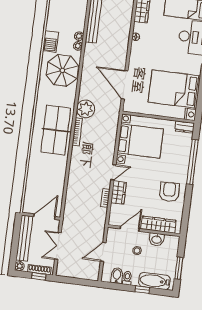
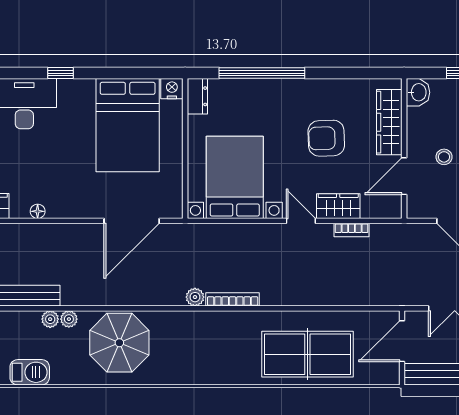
barbecue: (51, 41) -> (30, 372), moved
plant: (86, 109) -> (195, 297), width x0.53, depth x0.53
table tennis table: (56, 130) -> (307, 354), moved
armchair: (169, 192) -> (326, 138), moved
door: (44, 217) -> (402, 341), hinge flipped
door: (130, 229) -> (404, 176), hinge flipped
washbasin: (157, 239) -> (418, 92), moved

